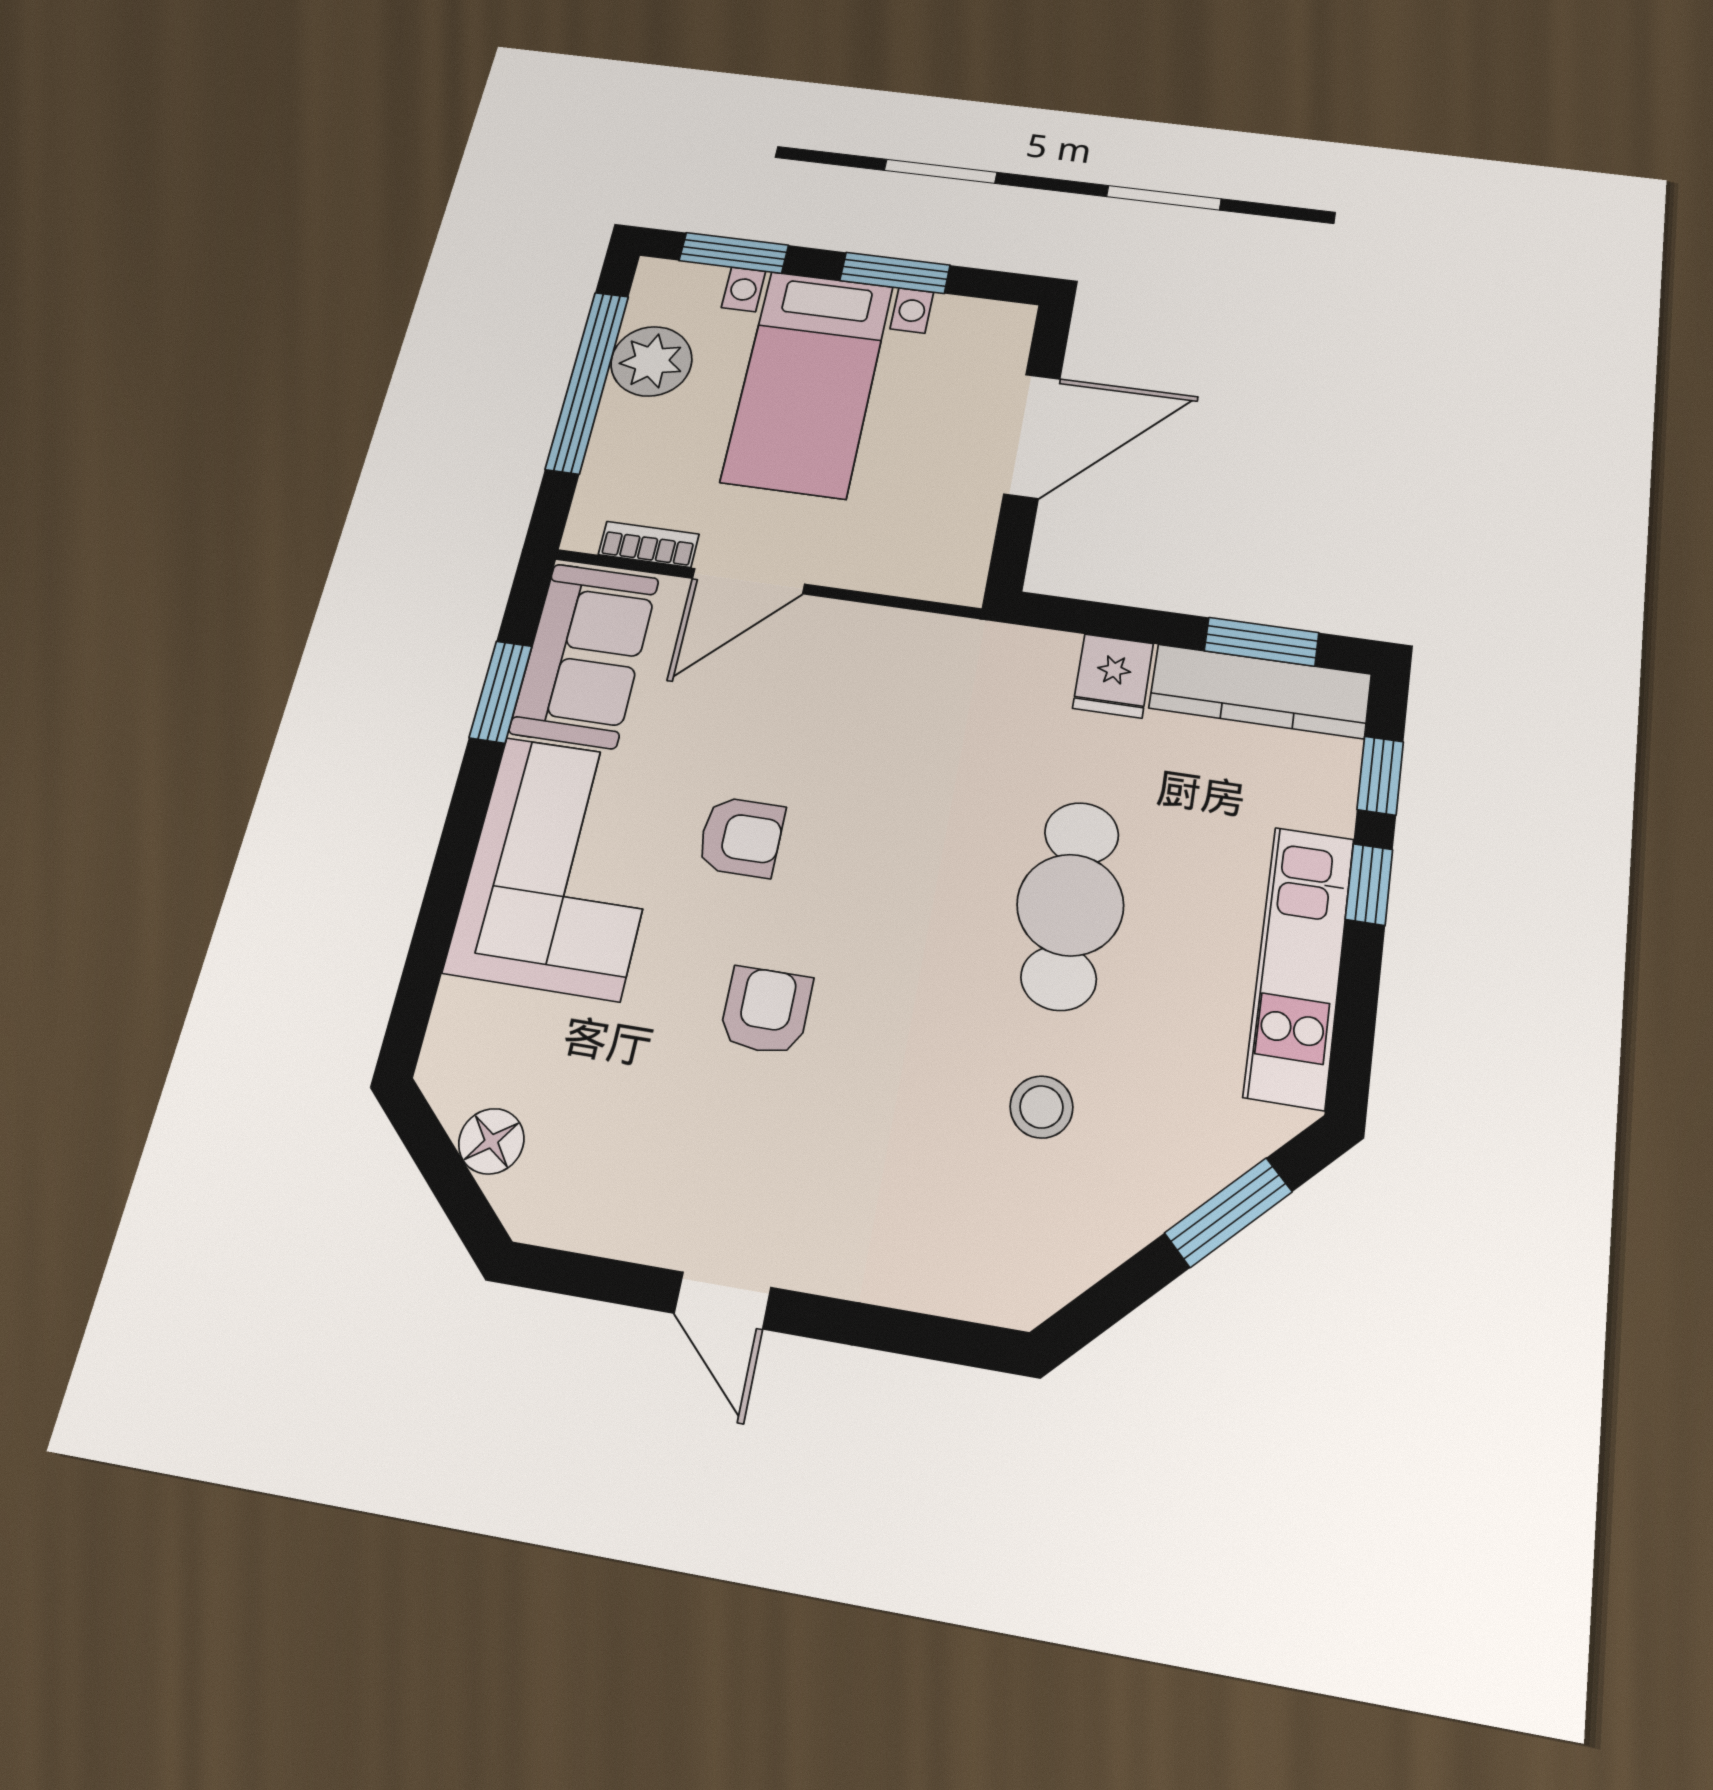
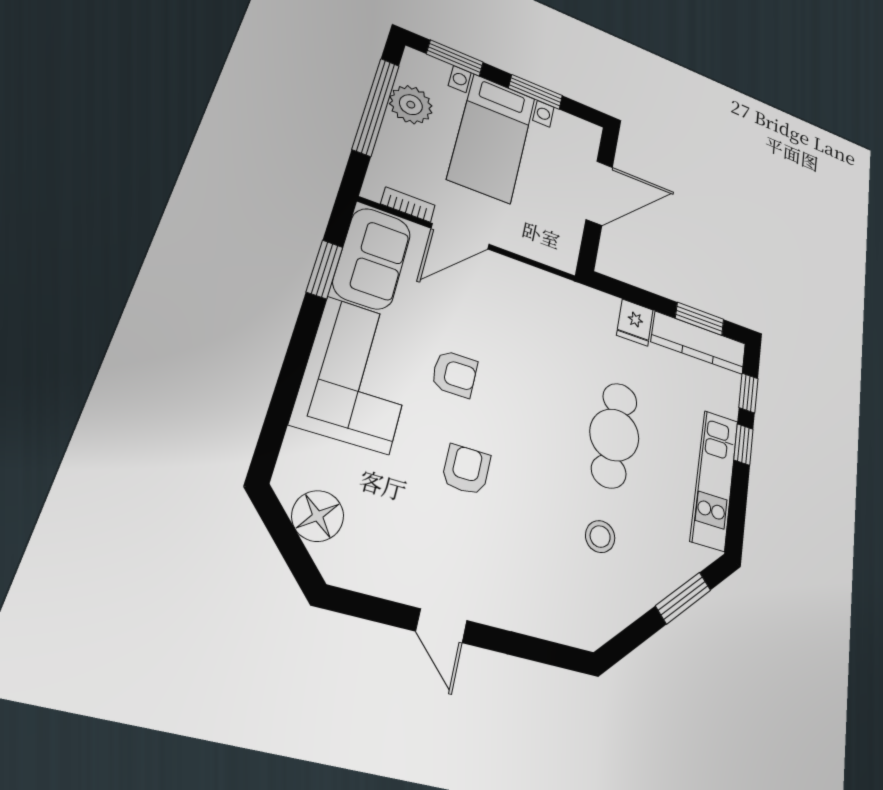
floor lamp: (491, 1141) -> (318, 516), width x1.38, depth x1.38

